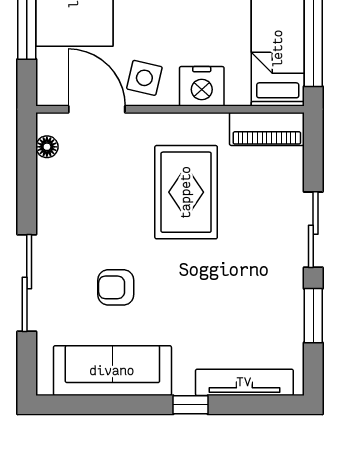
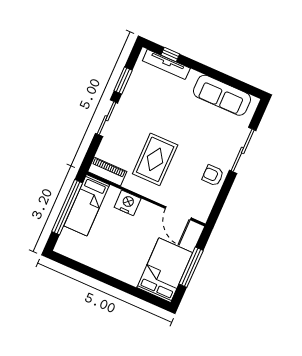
side table: (144, 78) -> (151, 218), removed
floor lamp: (47, 147) -> (207, 206), removed
armchair: (116, 287) -> (213, 175), moved, turned 180
window: (191, 405) -> (170, 54), moved

